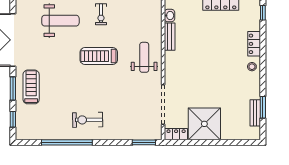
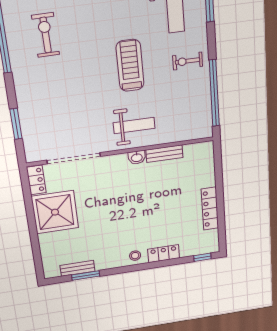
washbasin: (169, 16) -> (137, 157), moved
exercise bike: (88, 120) -> (46, 35), moved
window: (144, 142) -> (16, 124), moved

